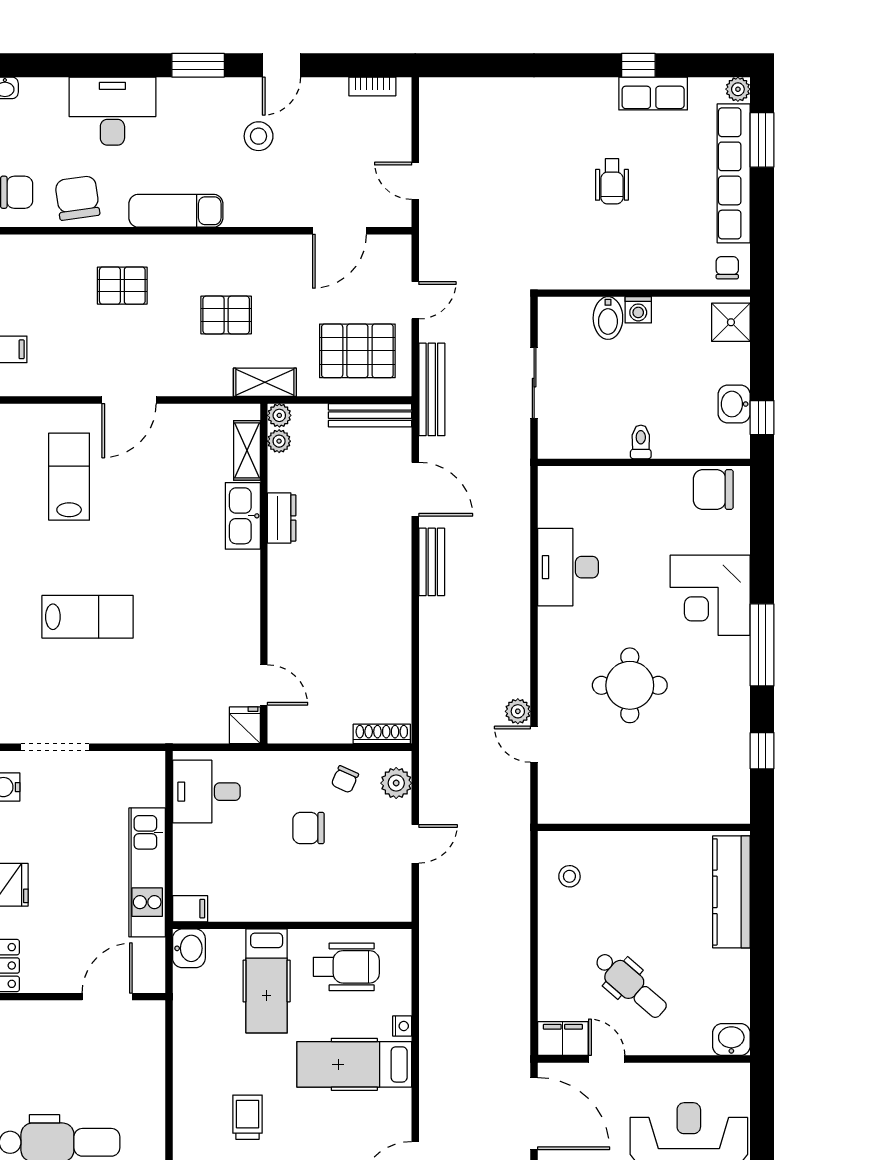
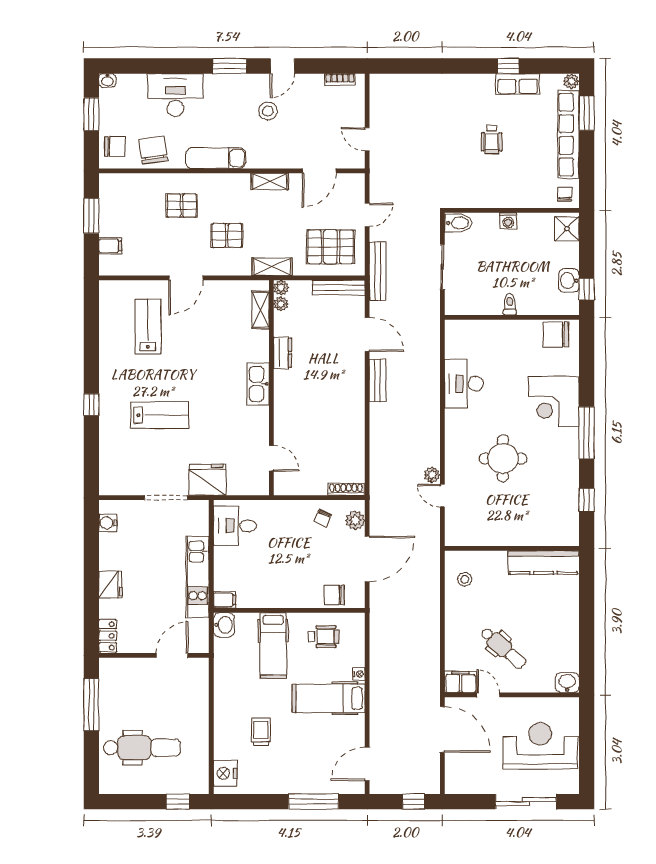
shelving: (261, 248) -> (270, 181), added
pallet: (226, 315) -> (227, 235), moved
bidet: (608, 318) -> (458, 223), moved, turned -90
kitchen sink: (243, 516) -> (258, 384), moved
fridge: (245, 725) -> (208, 480), moved, width x1.88, depth x1.34
doorway: (55, 747) -> (166, 498), moved
chair: (308, 828) -> (334, 595), moved
door: (415, 844) -> (367, 559), width x1.87
kitchen counter: (731, 892) -> (544, 562), moved, turned -90
wheelchair: (346, 967) -> (324, 637), width x0.73, depth x0.73

